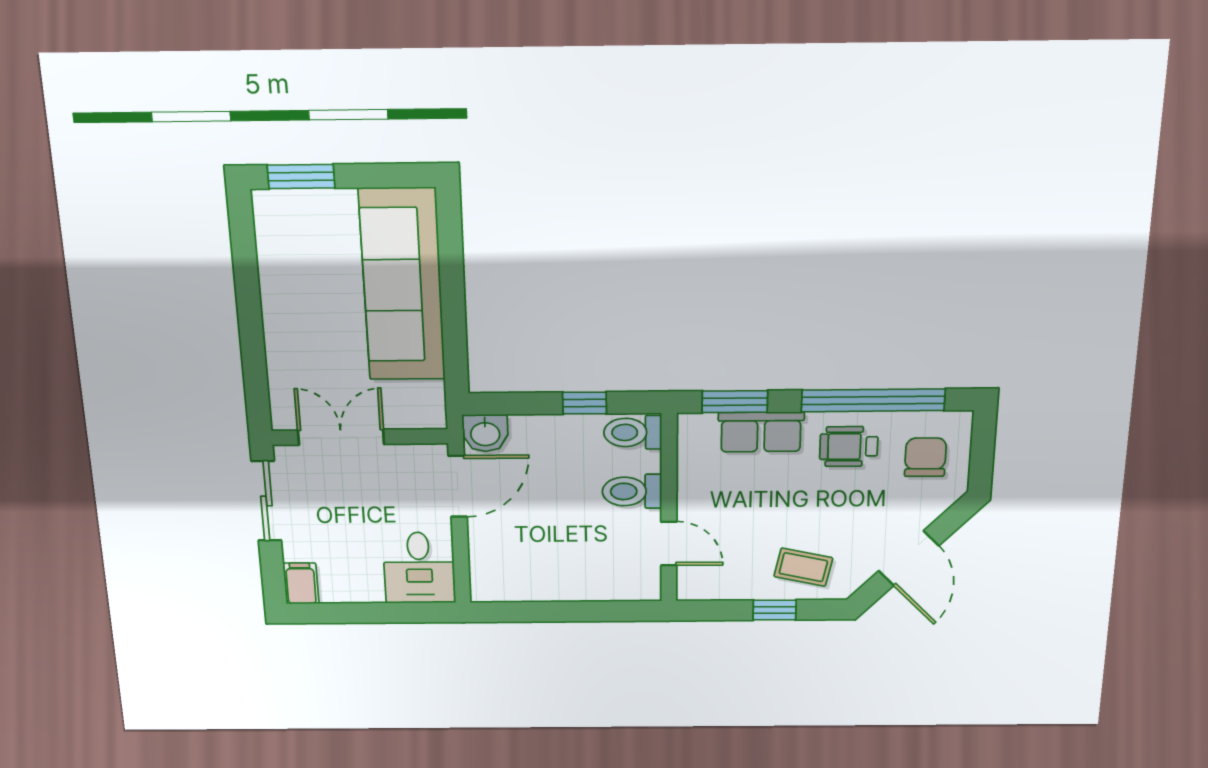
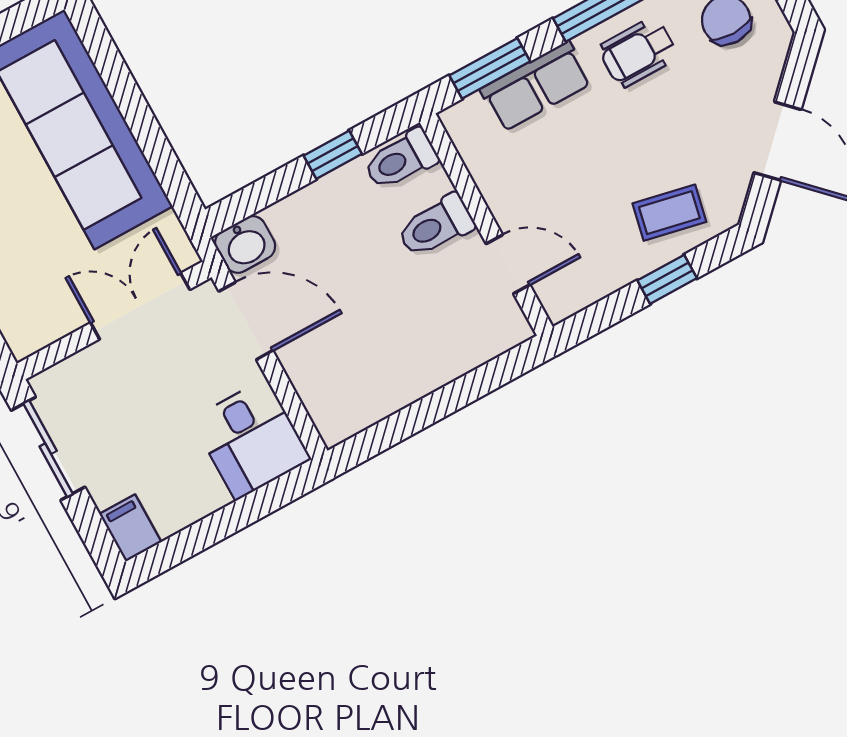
double door: (341, 437) -> (140, 306), moved
door: (458, 486) -> (246, 321), hinge flipped

